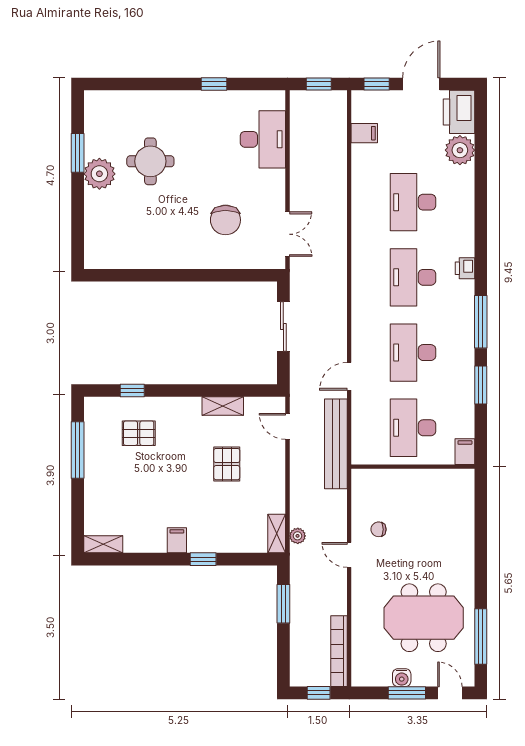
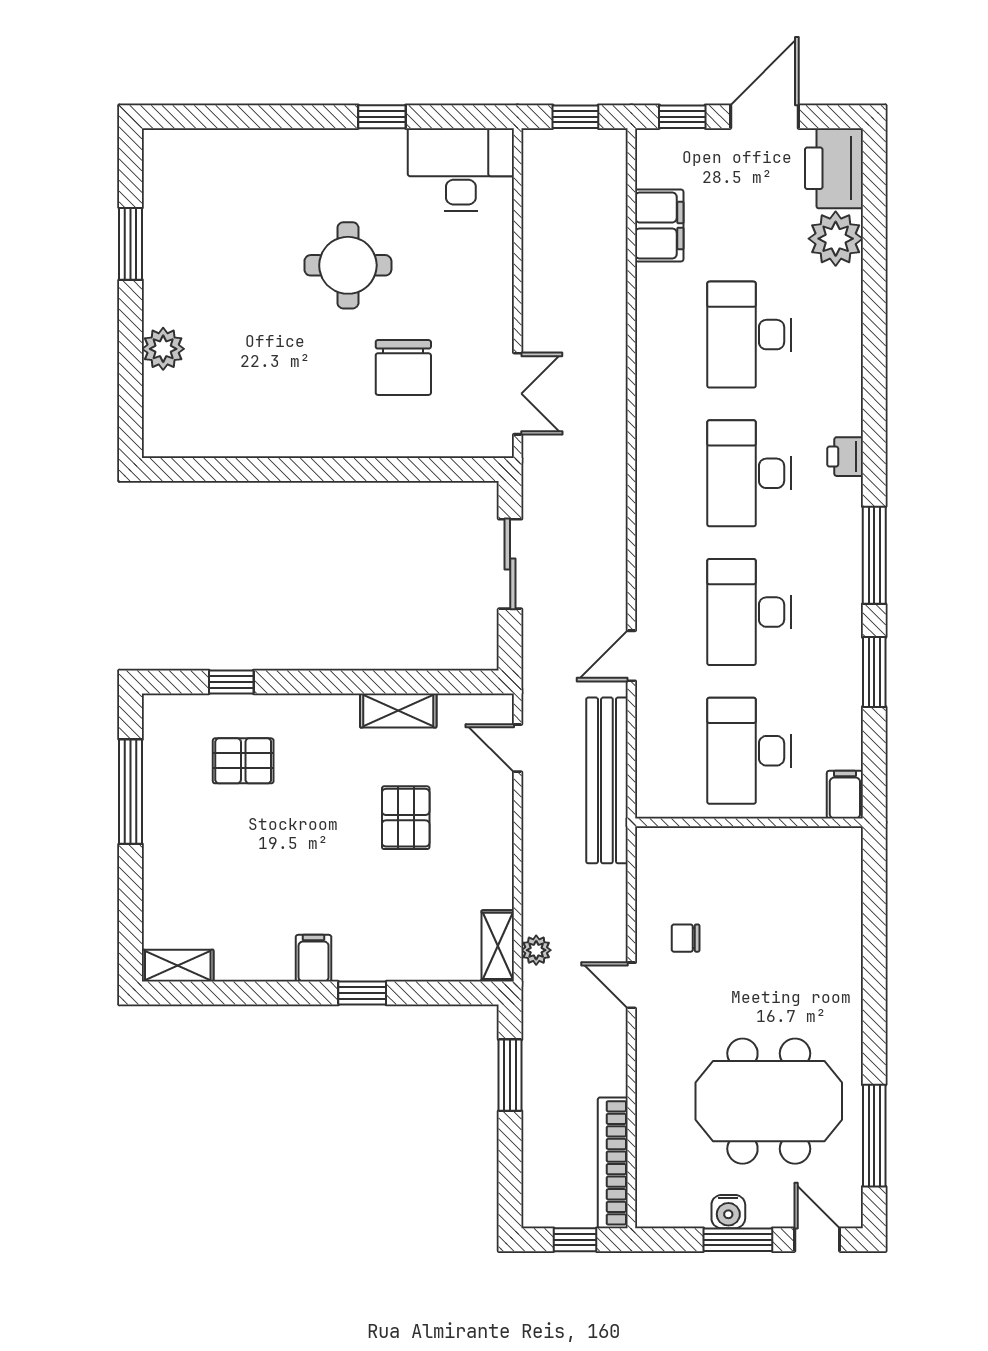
filing cabinet: (364, 133) -> (659, 225), width x2.00
desk: (263, 139) -> (461, 170), moved, turned -90
round table: (150, 161) -> (348, 265), moved
plant: (99, 174) -> (163, 349), moved, width x0.73, depth x0.73

